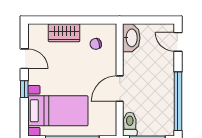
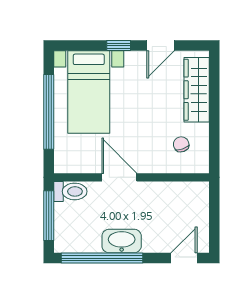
wardrobe: (64, 33) -> (197, 90), width x1.50
washbasin: (131, 38) -> (122, 241), moved, turned 180

